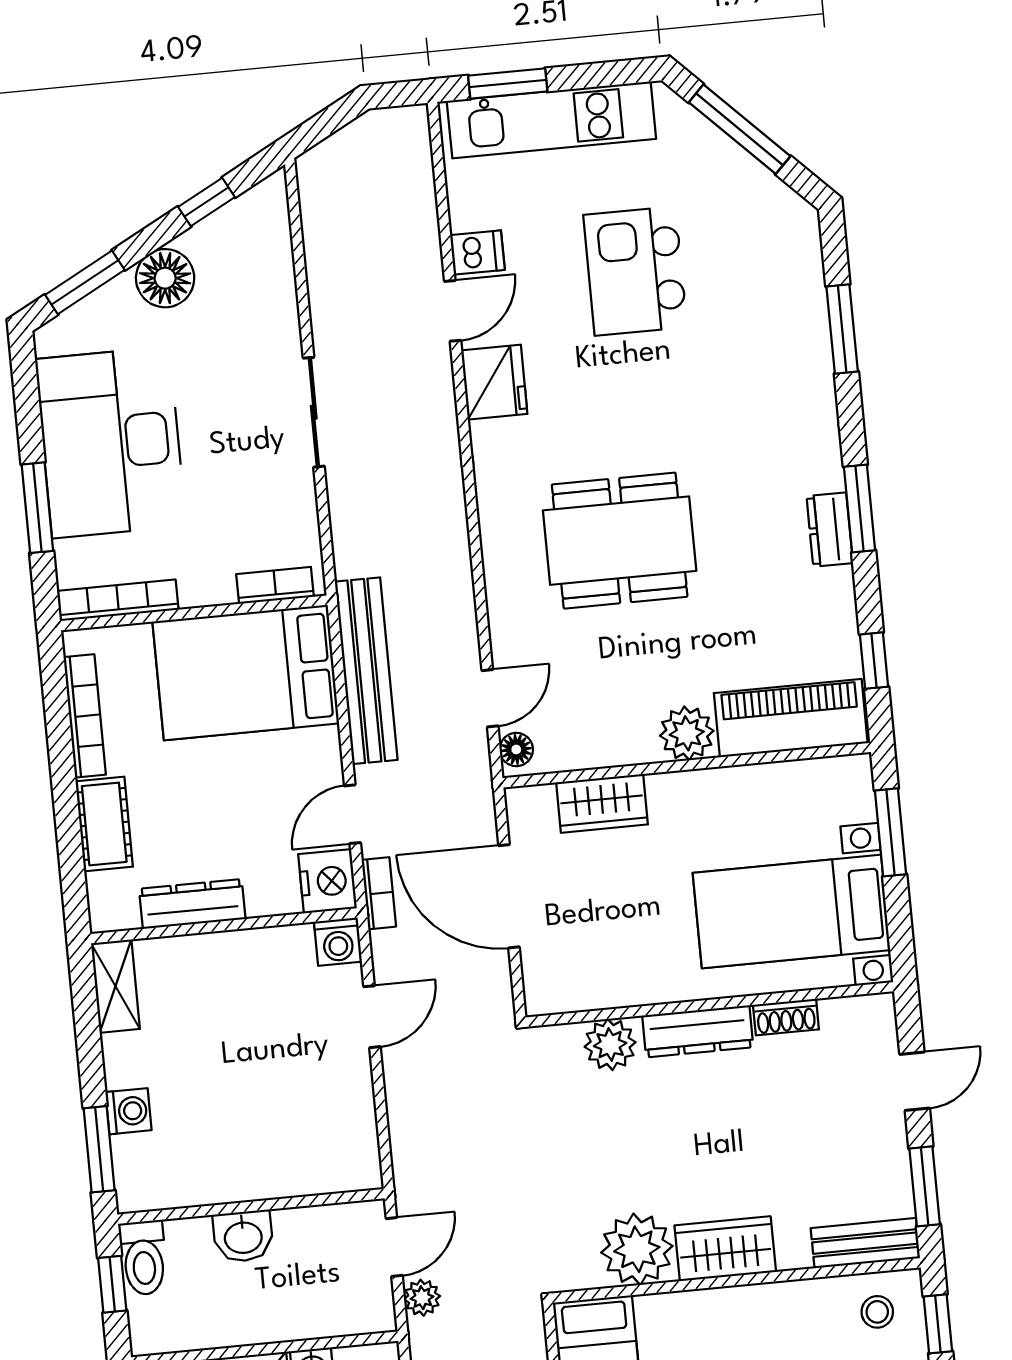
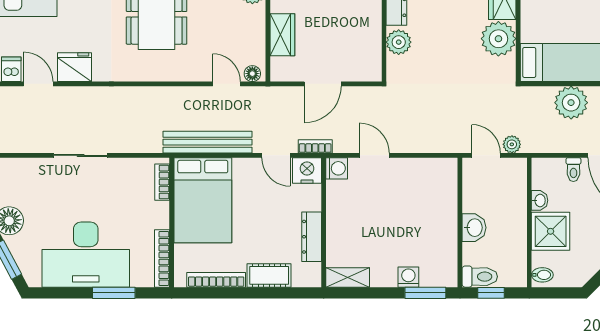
door: (509, 896) -> (323, 84), width x0.73

